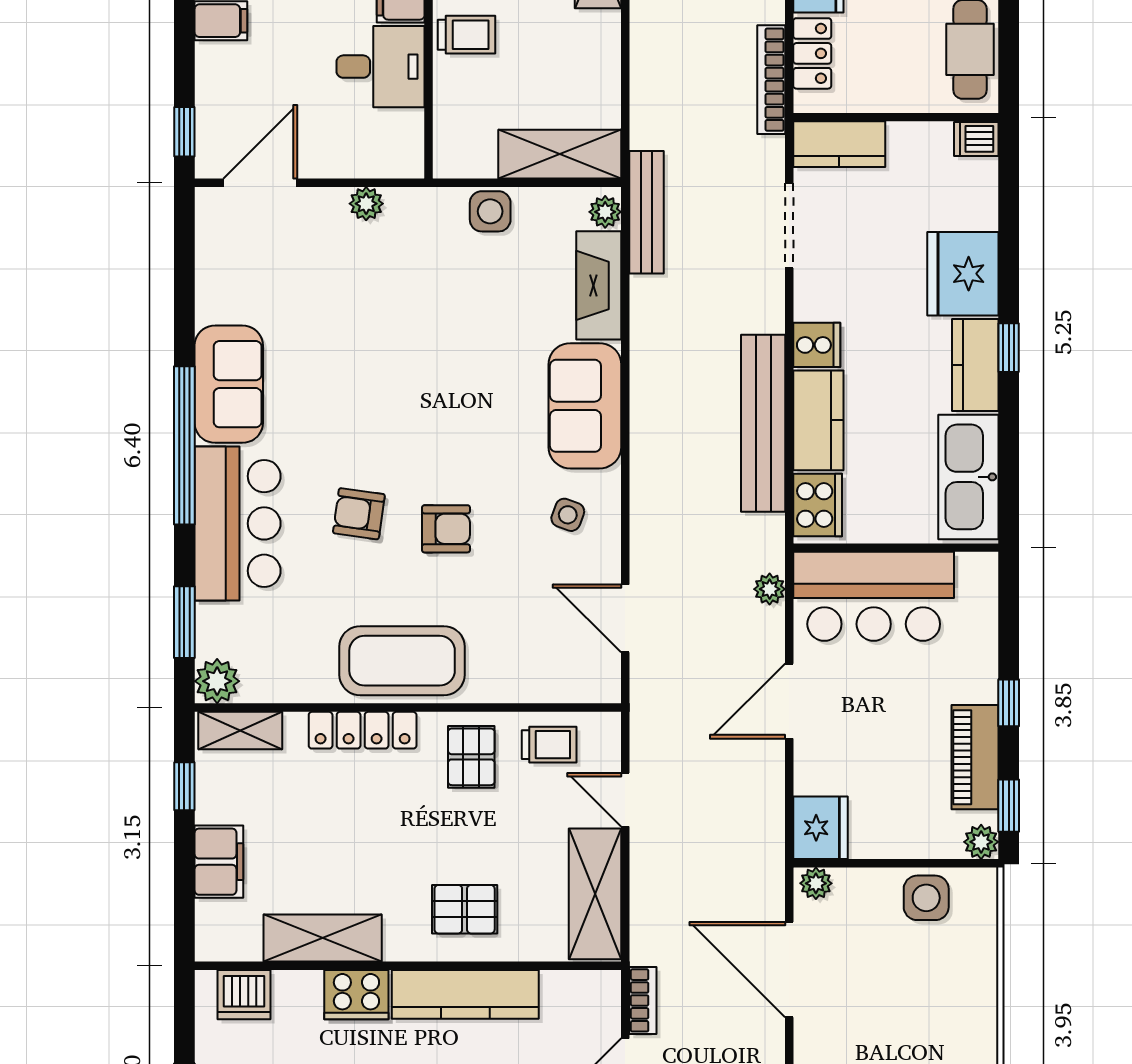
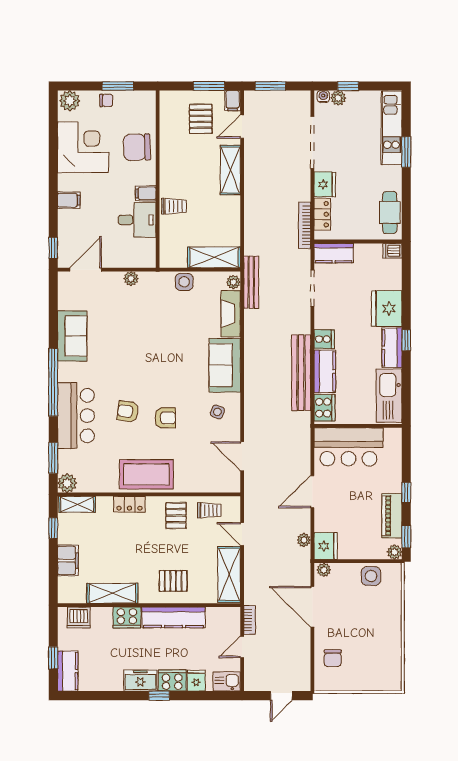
sofa: (229, 384) -> (72, 336), moved
plant: (770, 589) -> (304, 540), moved
locker: (363, 730) -> (129, 504), width x0.66

